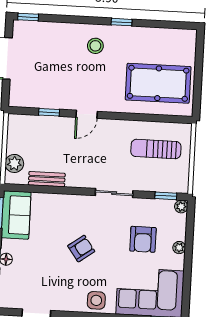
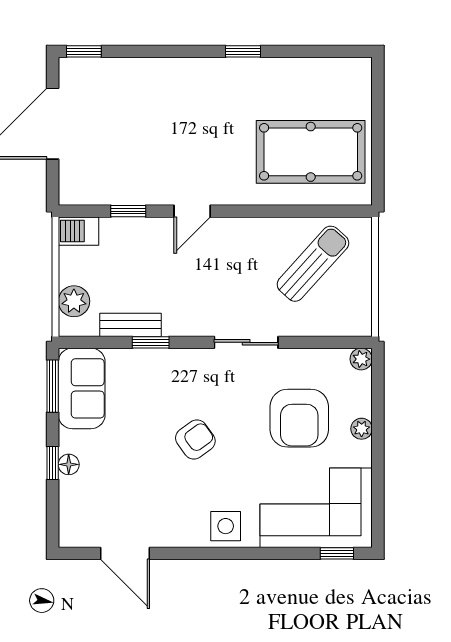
stool: (95, 46) -> (201, 94), removed
barbecue: (19, 122) -> (78, 231), added
sun lounger: (156, 149) -> (313, 264), turned 132
window: (166, 196) -> (151, 342), moved
armchair: (143, 239) -> (299, 418), width x1.36, depth x1.36

